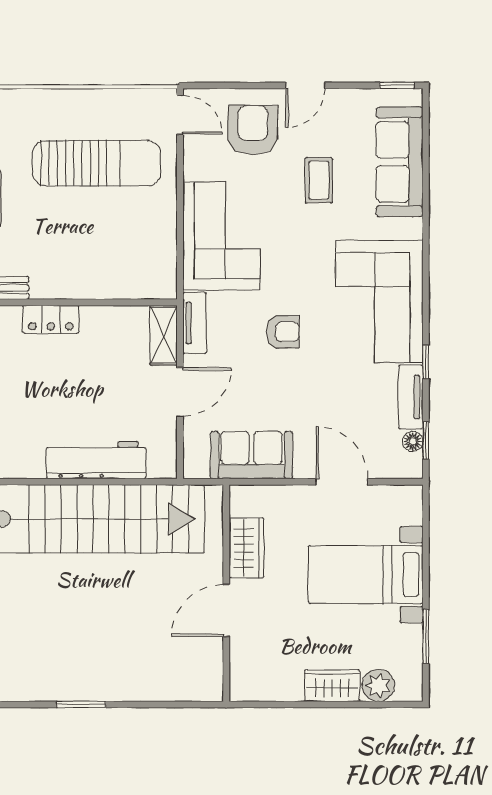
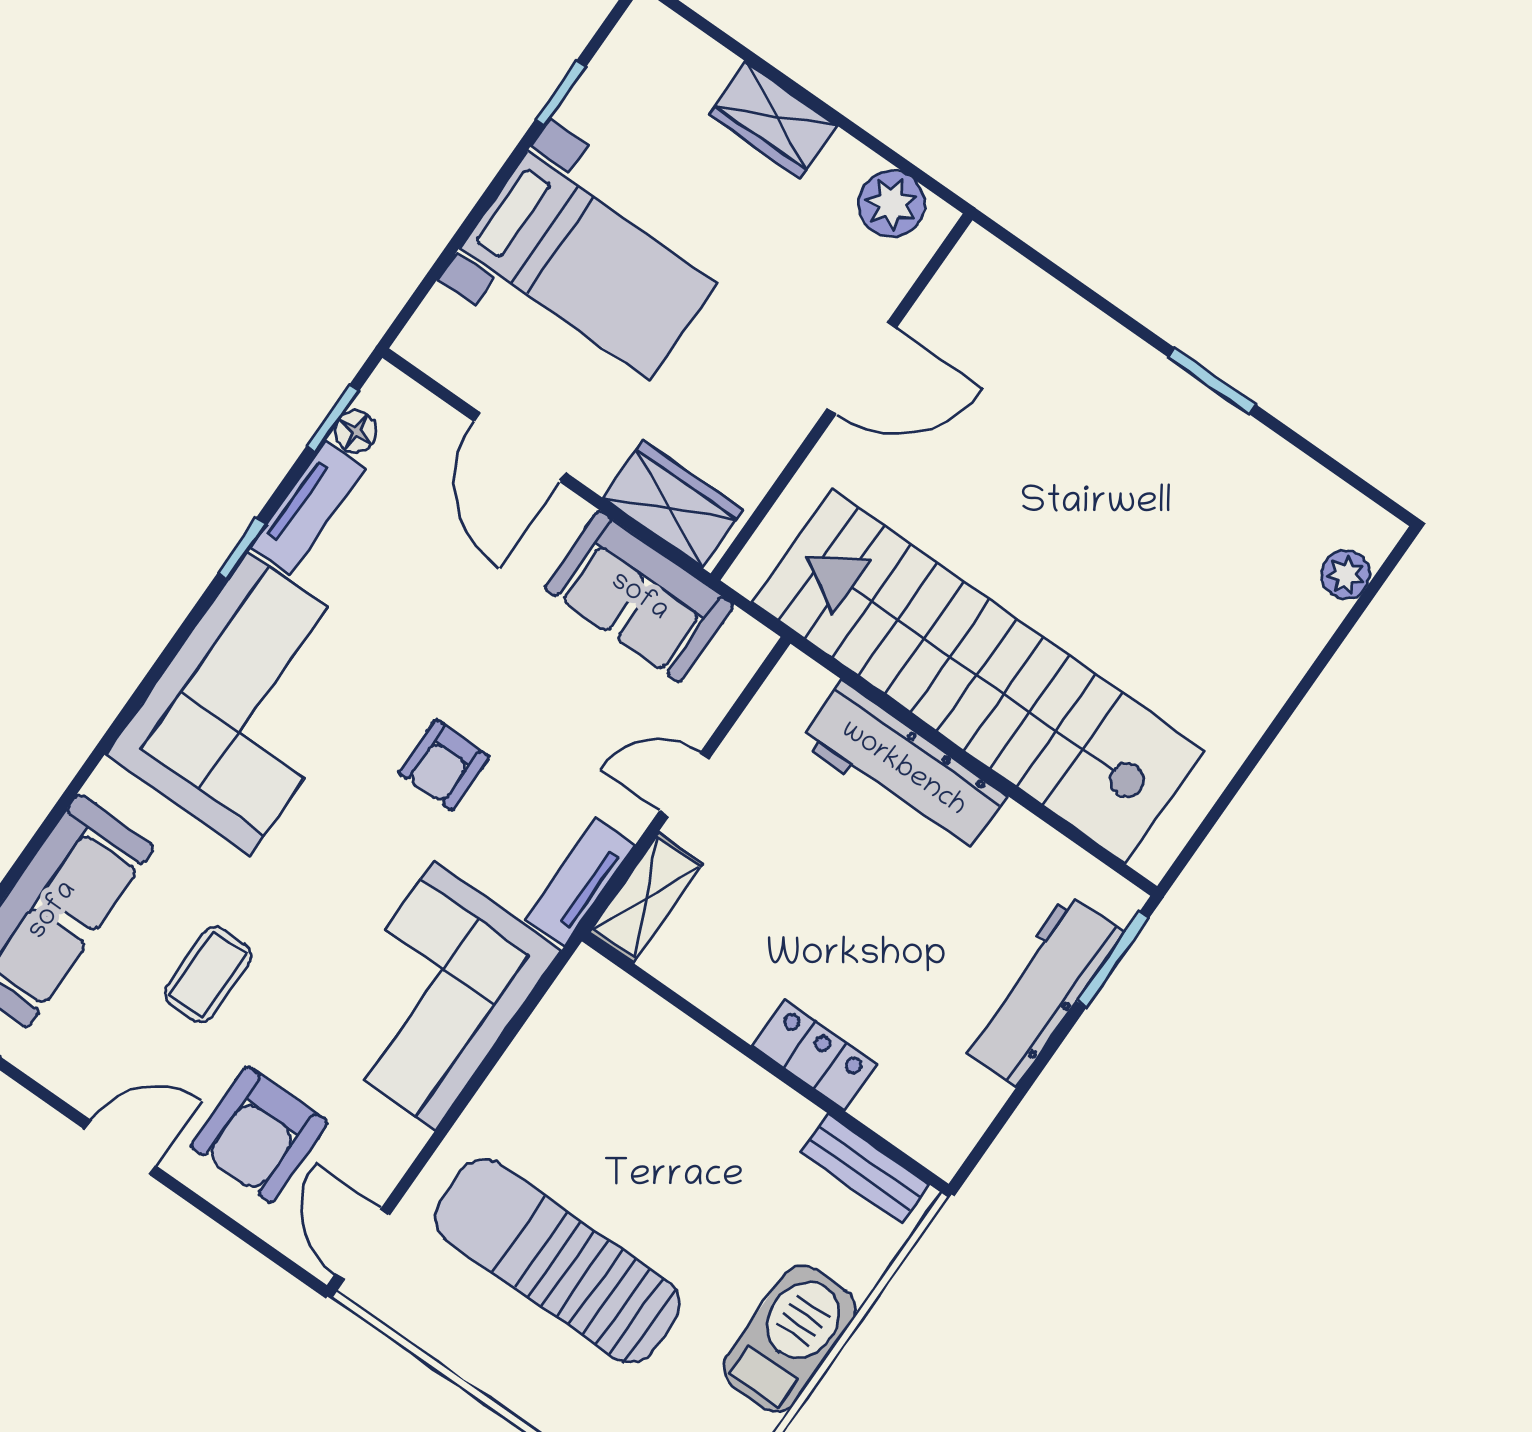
armchair: (283, 332) -> (444, 765), turned -90
door: (180, 392) -> (684, 785), width x0.73
wardrobe: (247, 548) -> (673, 504), moved, turned 90
window: (426, 636) -> (561, 93), width x0.67
plant: (378, 685) -> (892, 204), moved

